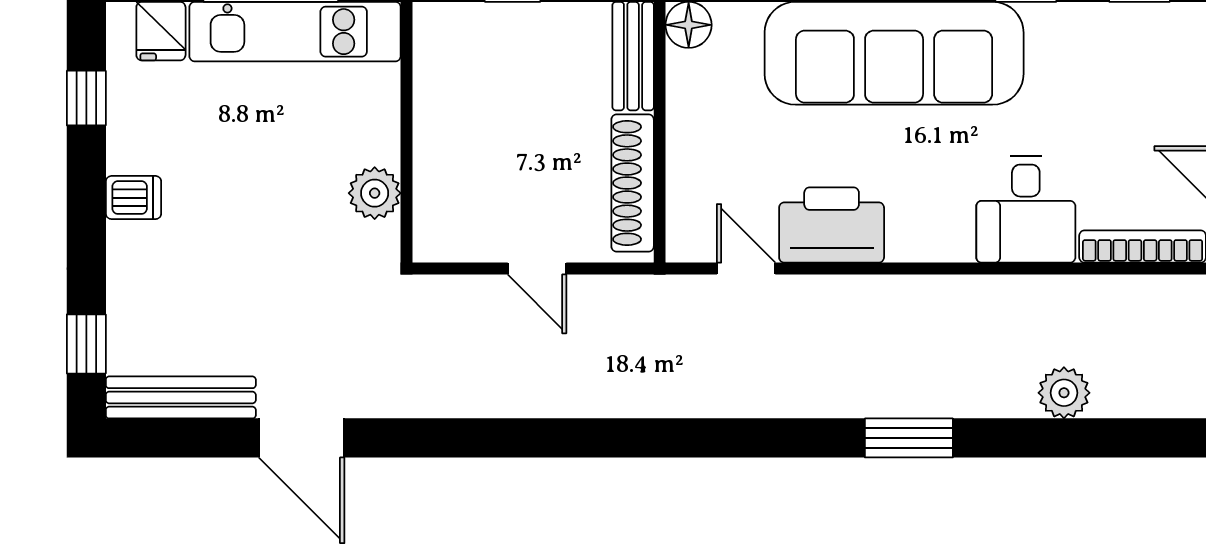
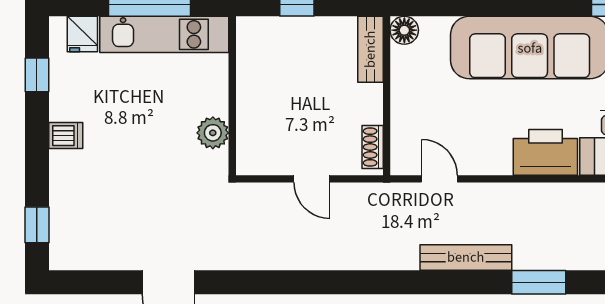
shoe rack: (633, 183) -> (373, 147), width x0.51, depth x0.81
printer: (832, 225) -> (545, 152), moved
bench: (181, 397) -> (466, 257), moved

